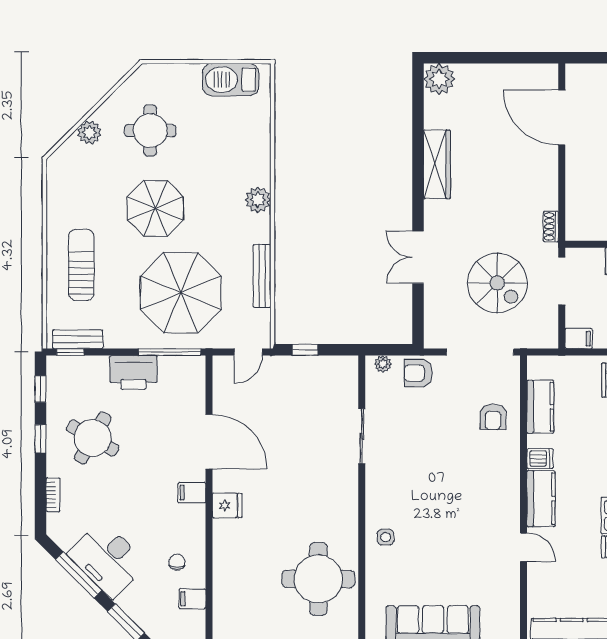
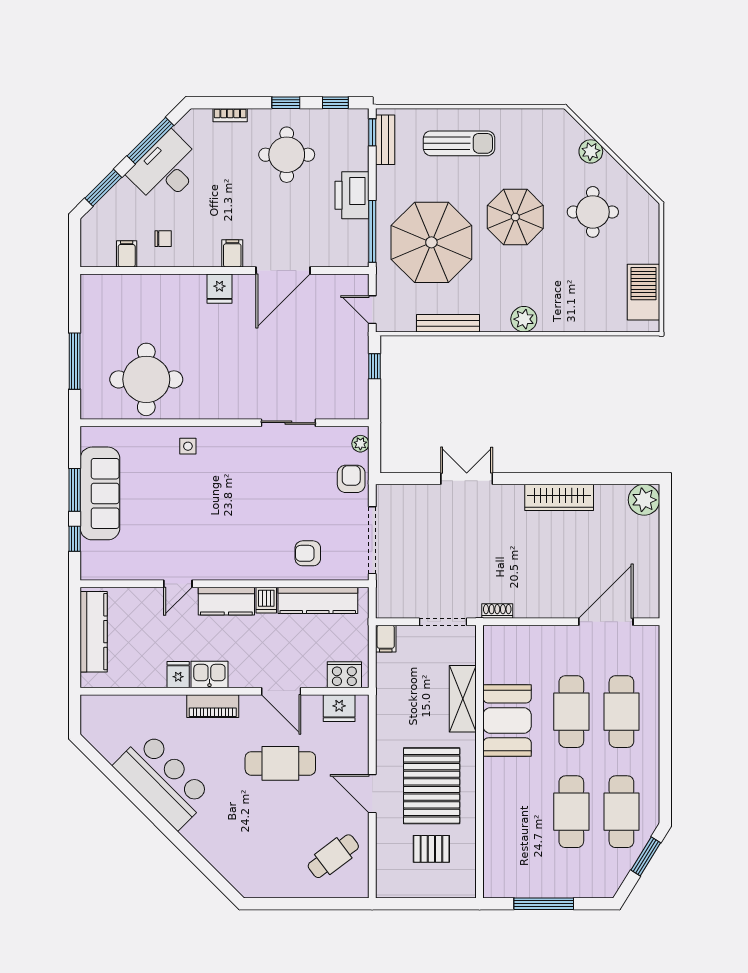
spiral stairs: (497, 283) -> (441, 558), removed
kitchen counter: (540, 407) -> (318, 600), width x1.50
round table: (93, 438) -> (287, 155), turned -30

